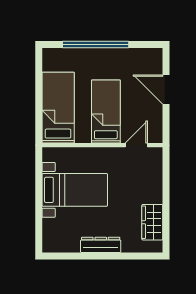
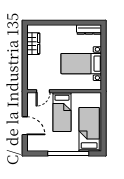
bed: (58, 108) -> (89, 129), moved, turned 180
dresser: (101, 245) -> (89, 30), moved

